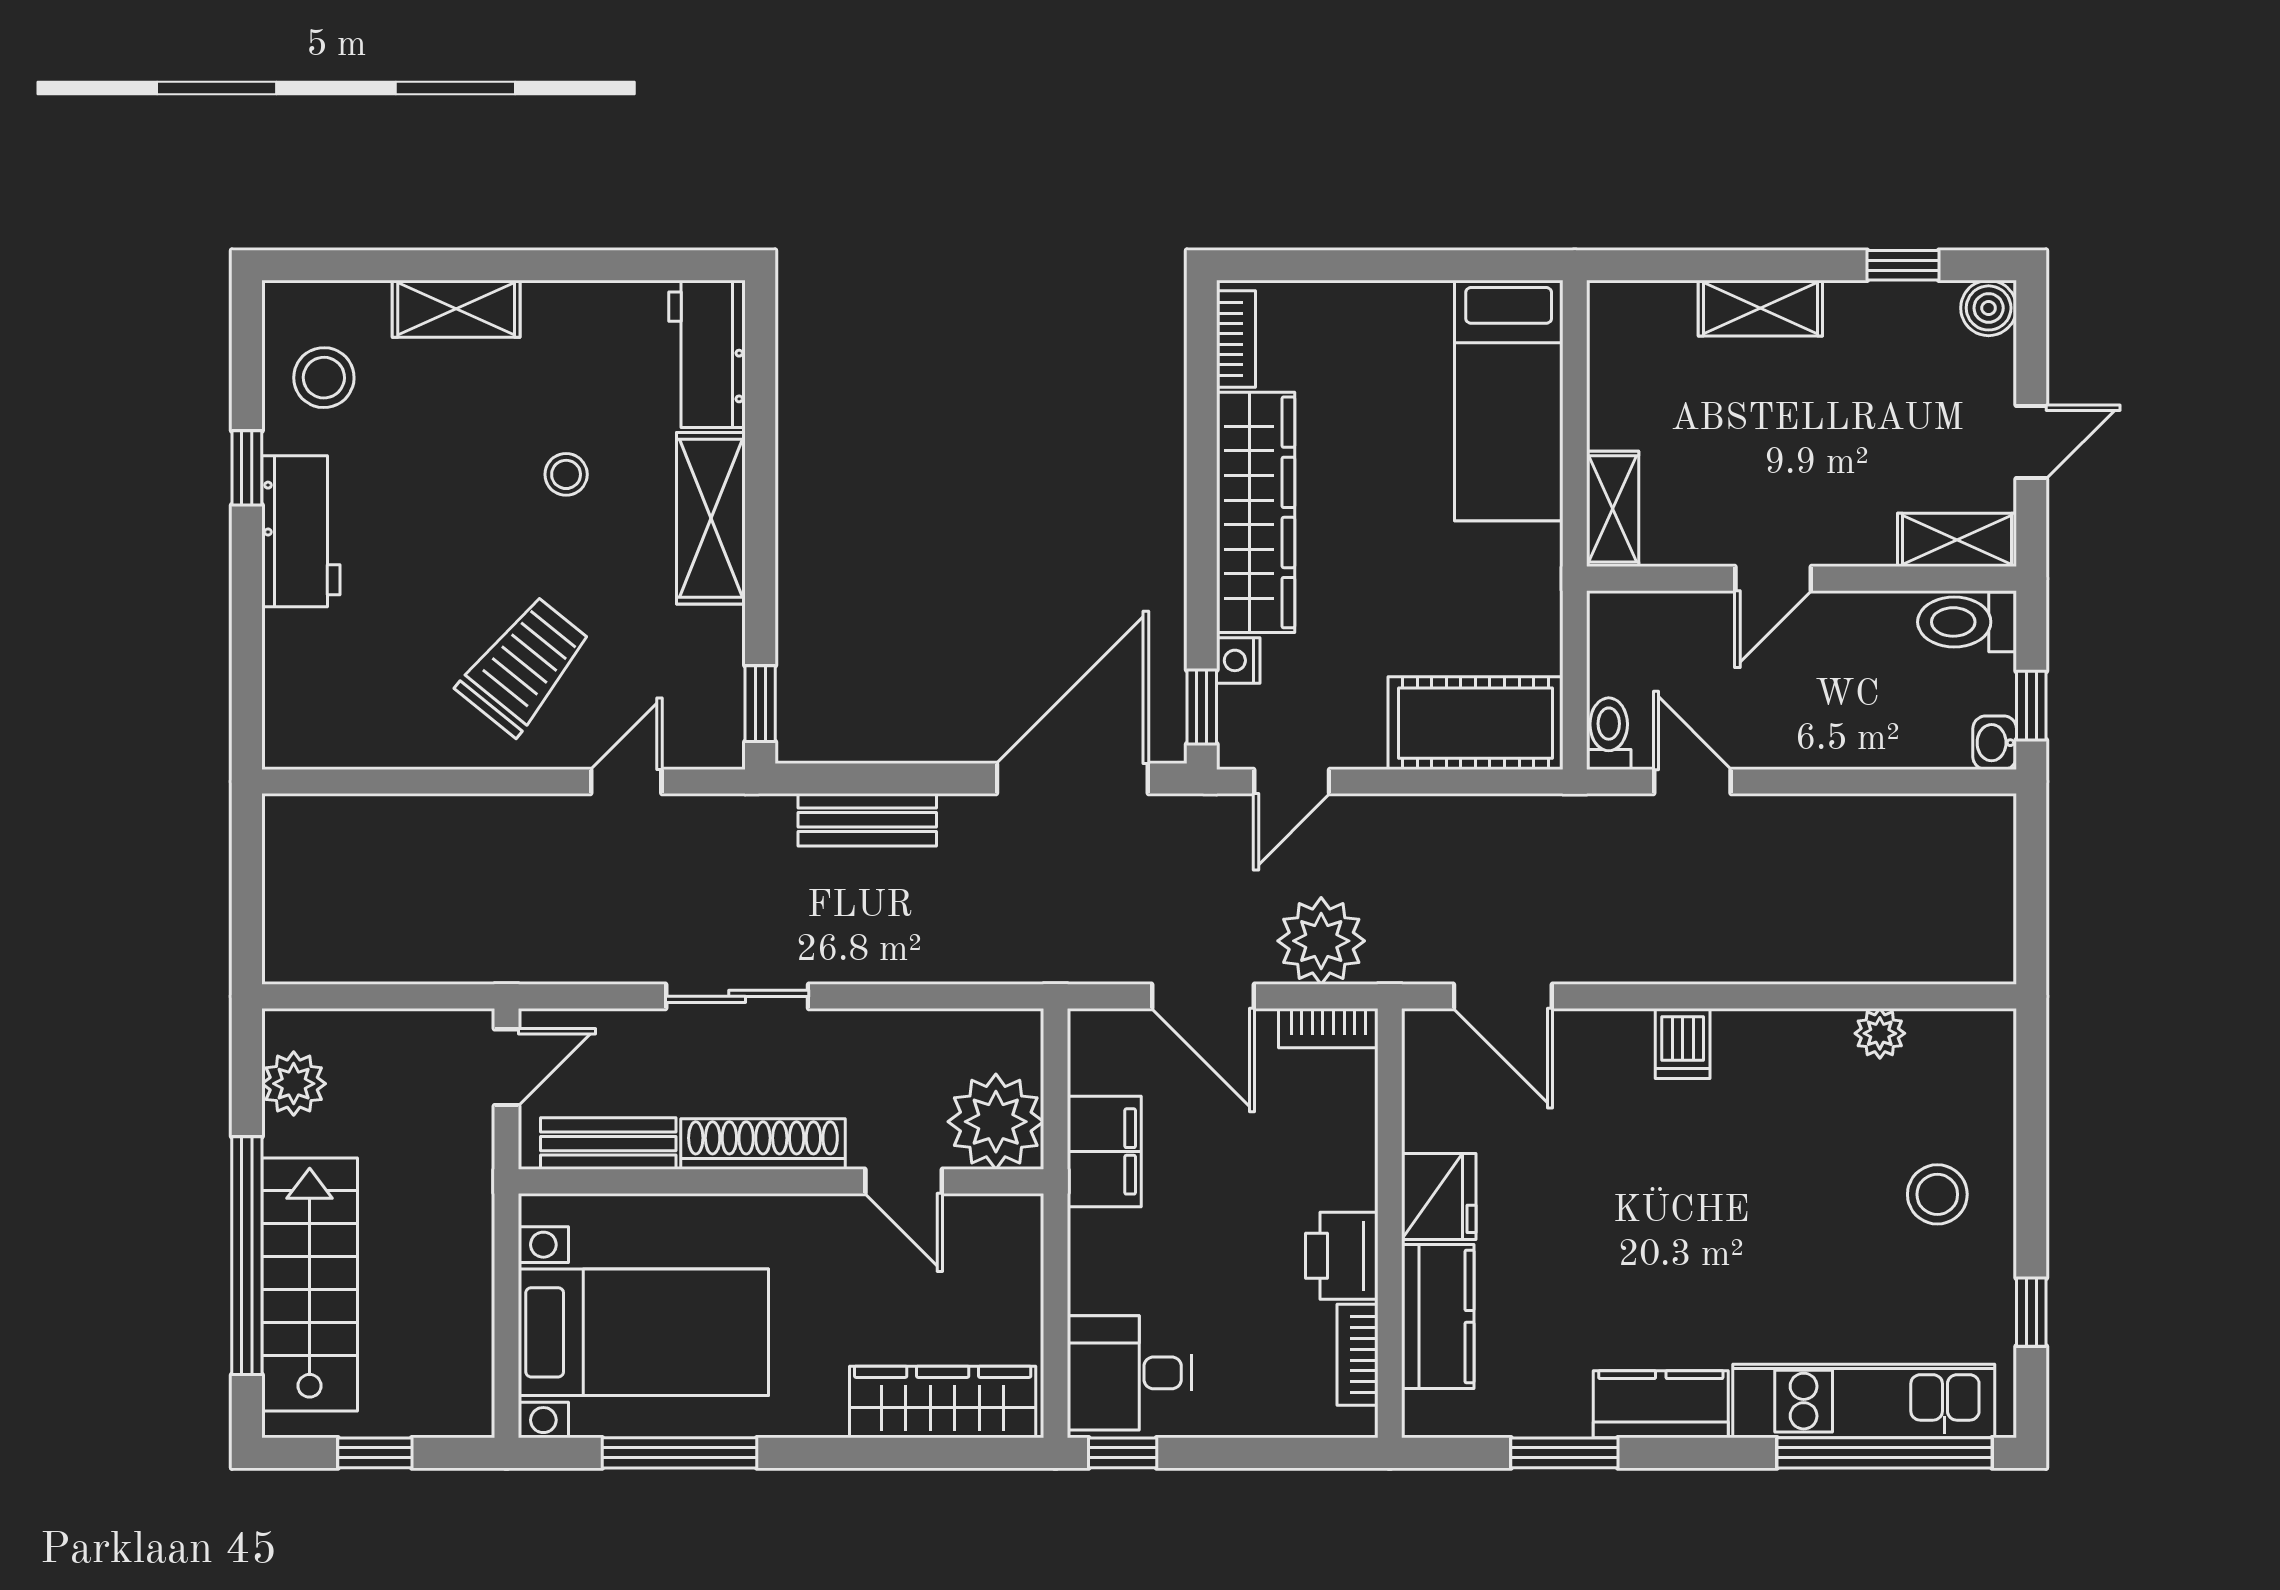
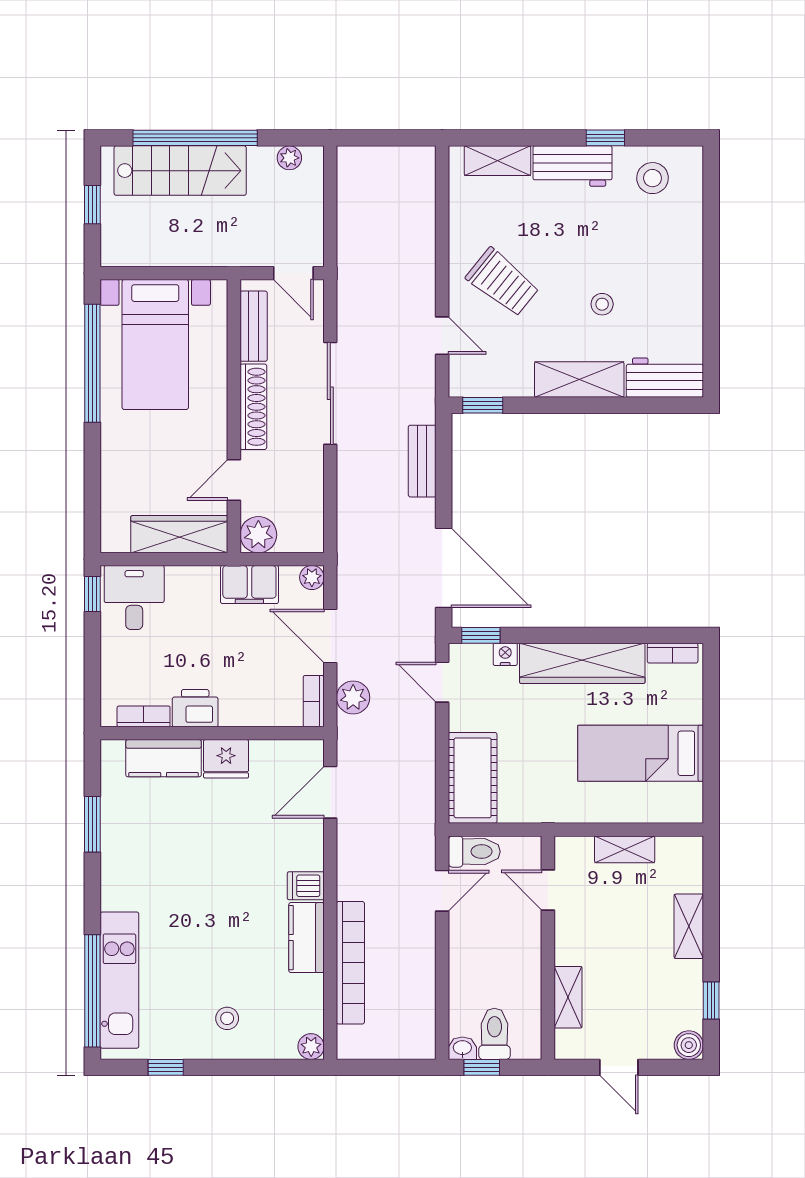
shelving: (456, 309) -> (497, 161), moved, turned 90
bed: (1509, 401) -> (641, 753), moved
shelving: (1613, 509) -> (625, 849), moved
shelving: (1957, 540) -> (568, 997), moved
door: (1773, 579) -> (548, 890), moved
toilet: (1967, 622) -> (494, 1034), moved
toilet: (1609, 734) -> (474, 852), width x1.37, depth x1.39
plant: (1321, 941) -> (353, 698), width x0.73, depth x0.73
bookcase: (1830, 958) -> (350, 963), added
sliding door: (737, 996) -> (330, 393), width x1.37
door: (1203, 996) -> (330, 636), hinge flipped
plant: (1091, 1032) -> (312, 578), added
plant: (1880, 1033) -> (311, 1047), moved
plant: (294, 1084) -> (289, 158), width x0.73, depth x0.73
plant: (996, 1122) -> (258, 535), width x0.73, depth x0.73
stool: (1937, 1194) -> (227, 1018), width x0.73, depth x0.73
wardrobe: (943, 1402) -> (179, 534), moved, turned -90
kitchen counter: (1661, 1404) -> (306, 938), moved, turned 180
window: (680, 1453) -> (92, 363), width x1.46

